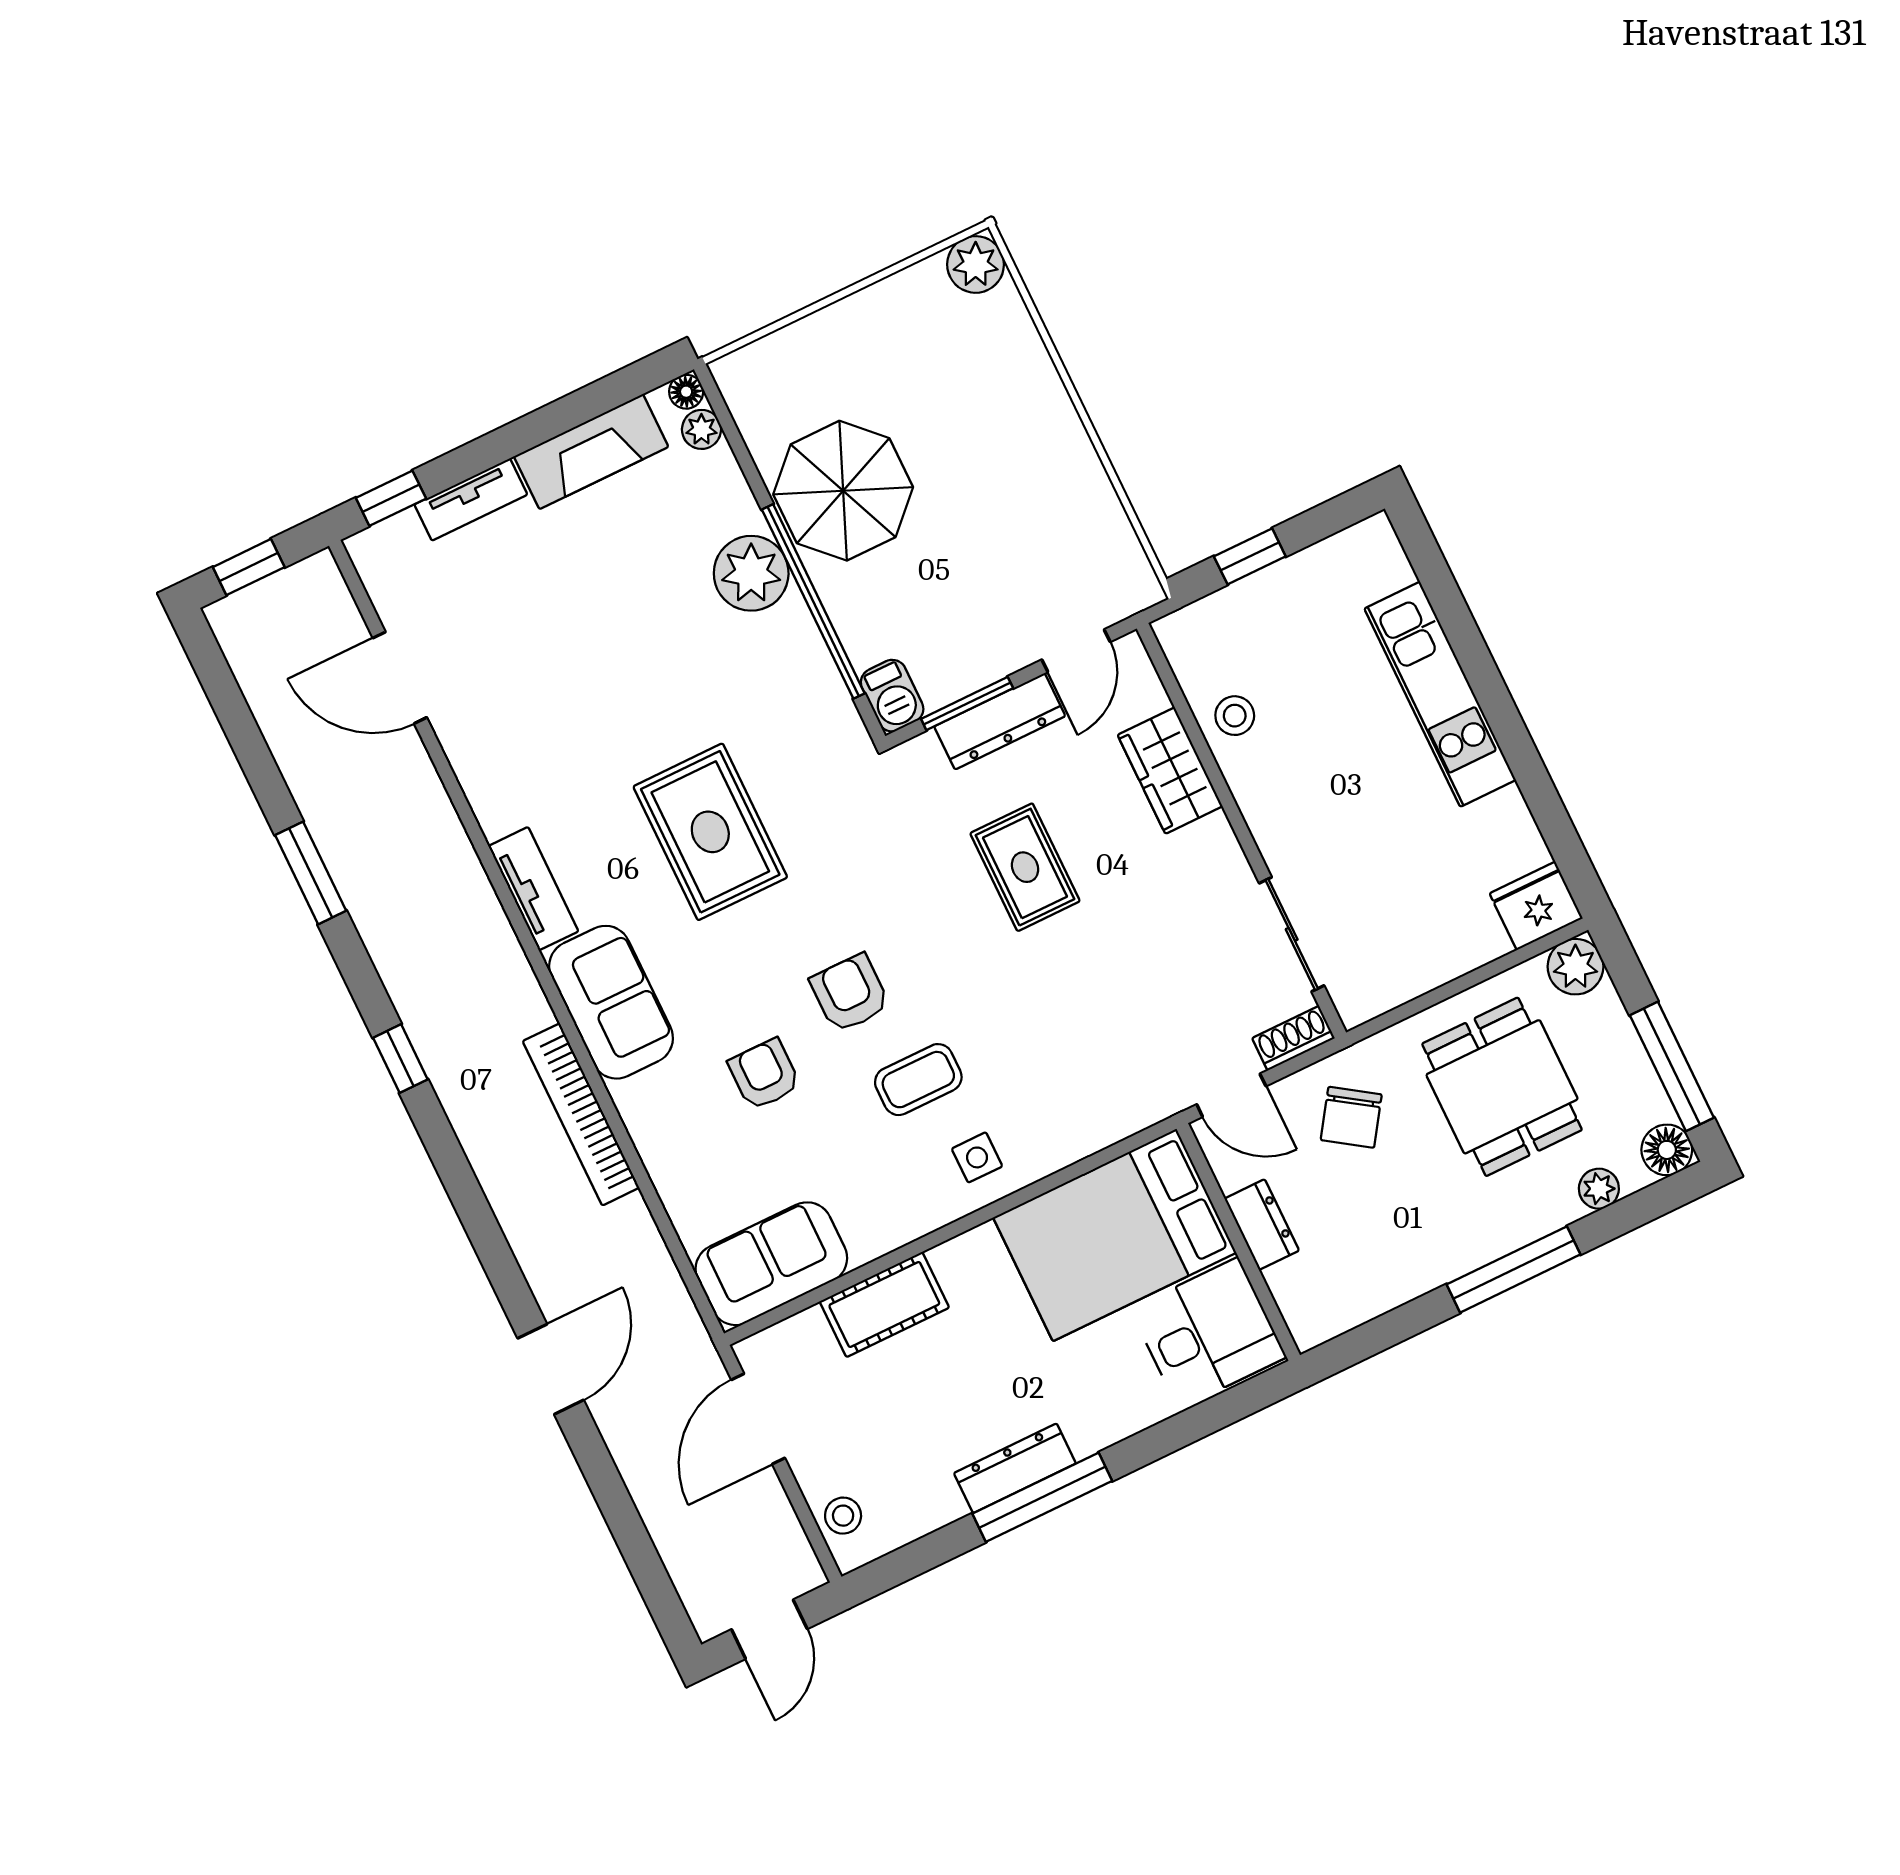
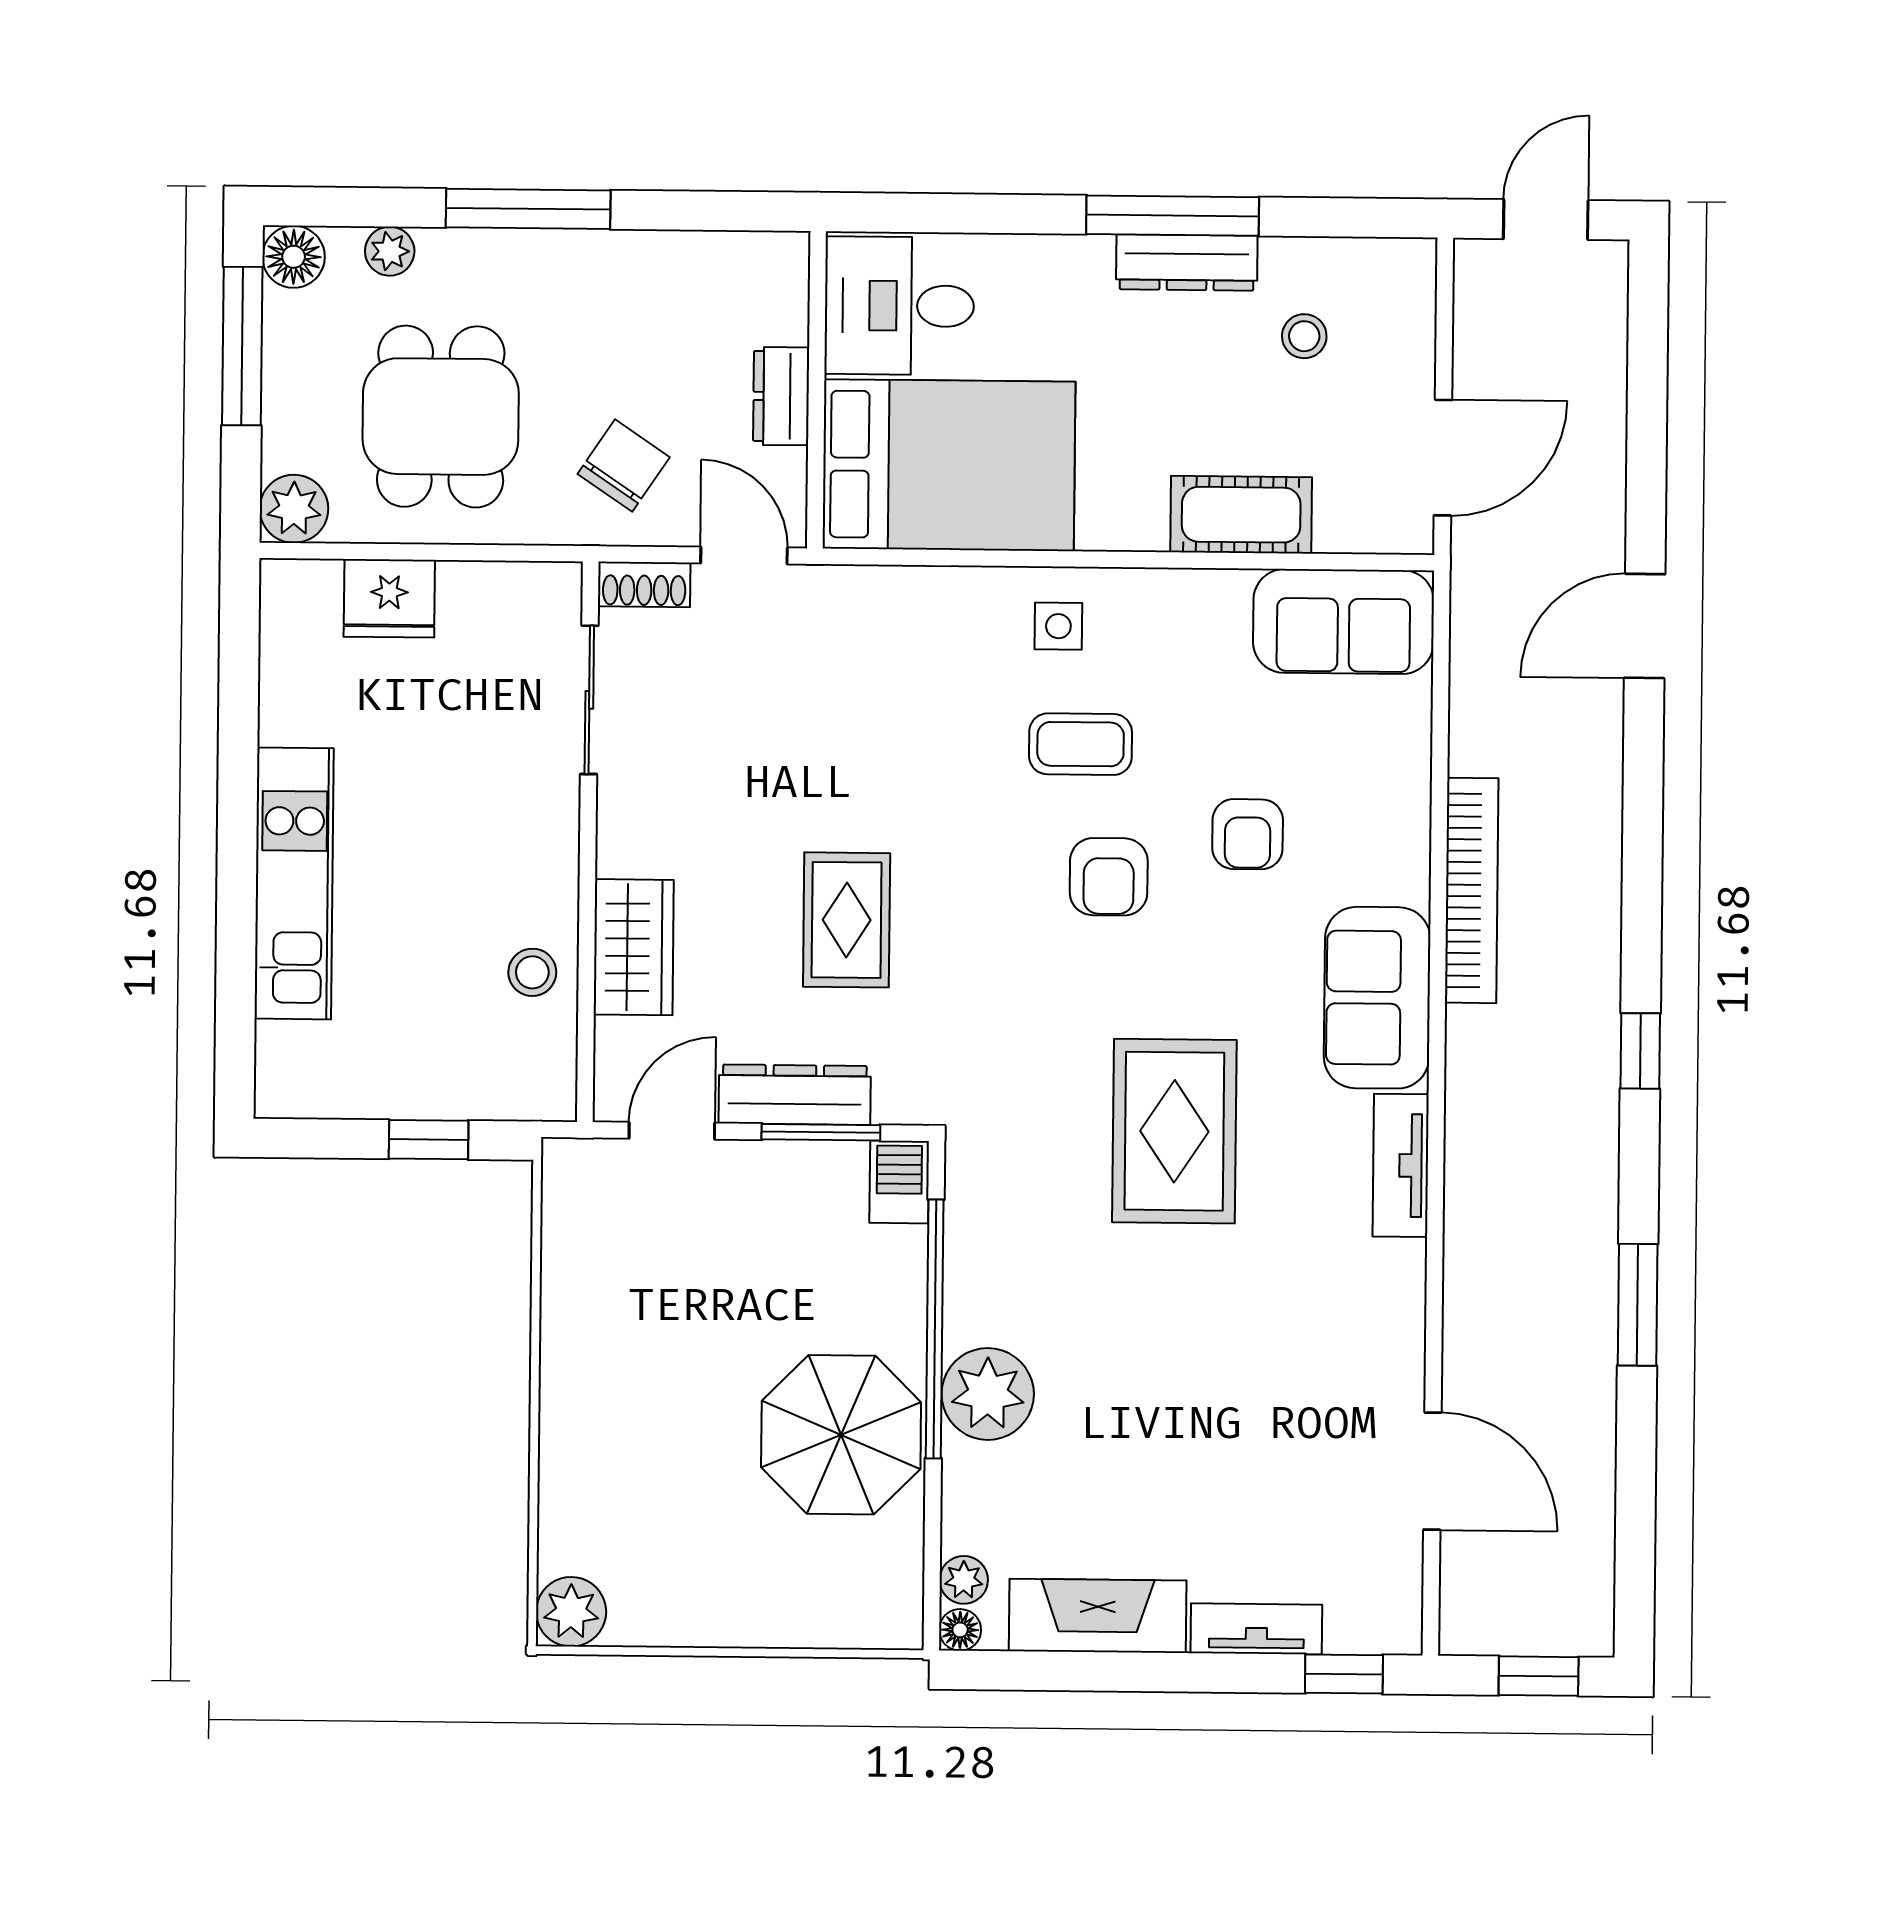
fridge: (1536, 906) -> (389, 598), moved
stool: (843, 1516) -> (1304, 336), moved

